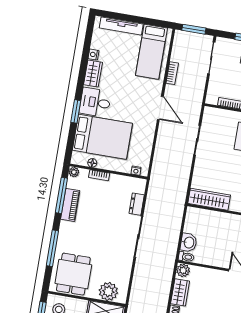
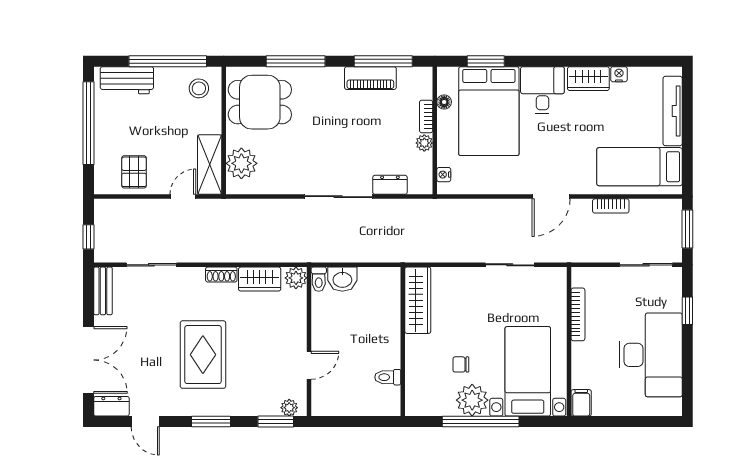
window: (76, 111) -> (486, 61), moved
plant: (74, 172) -> (424, 143), moved

